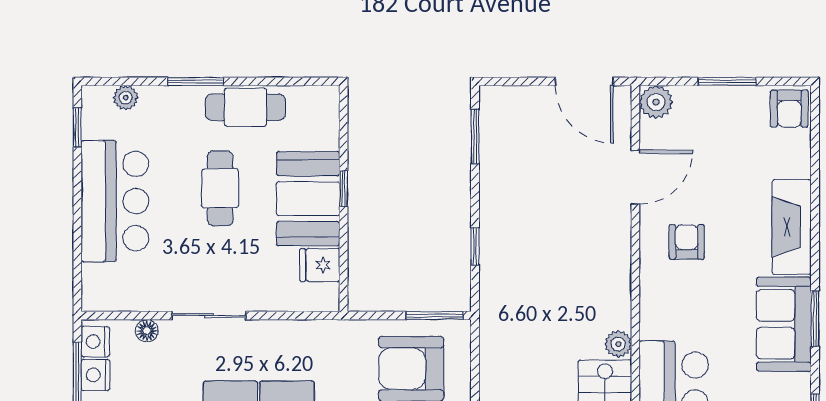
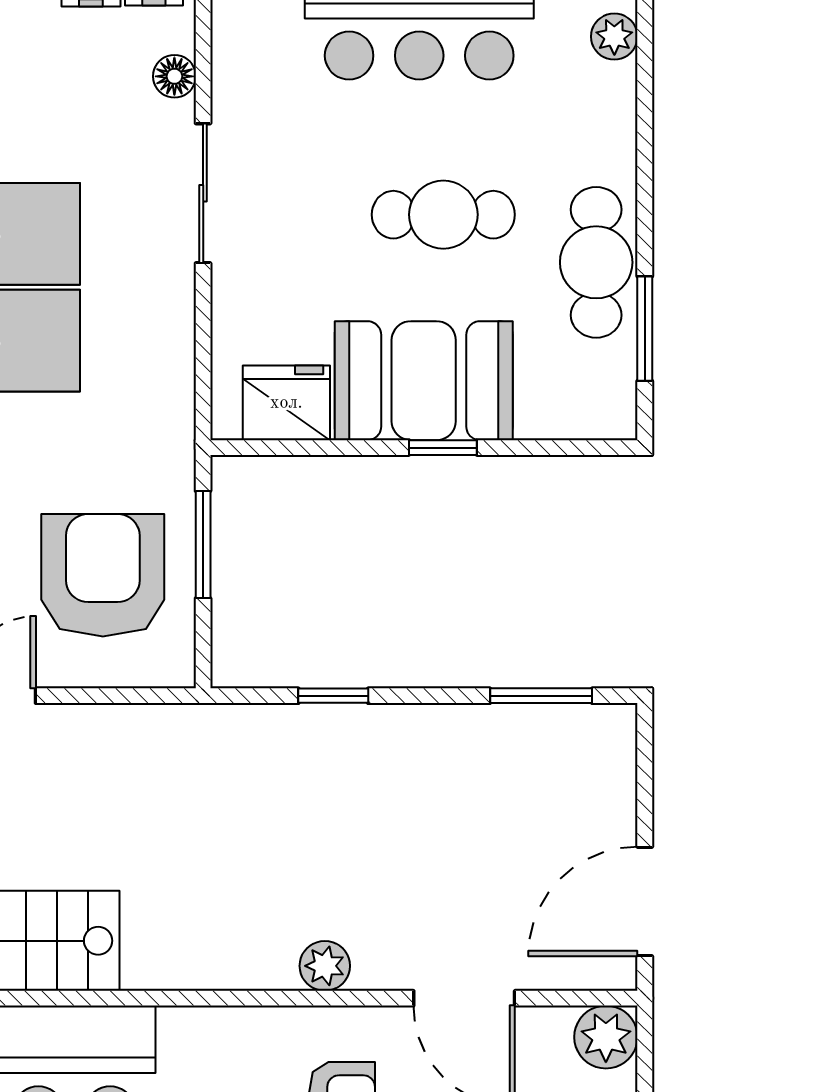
window: (196, 81) -> (645, 329), moved
fridge: (320, 265) -> (286, 403), width x1.38
window: (435, 316) -> (203, 545), moved
plant: (618, 344) -> (325, 966), moved

